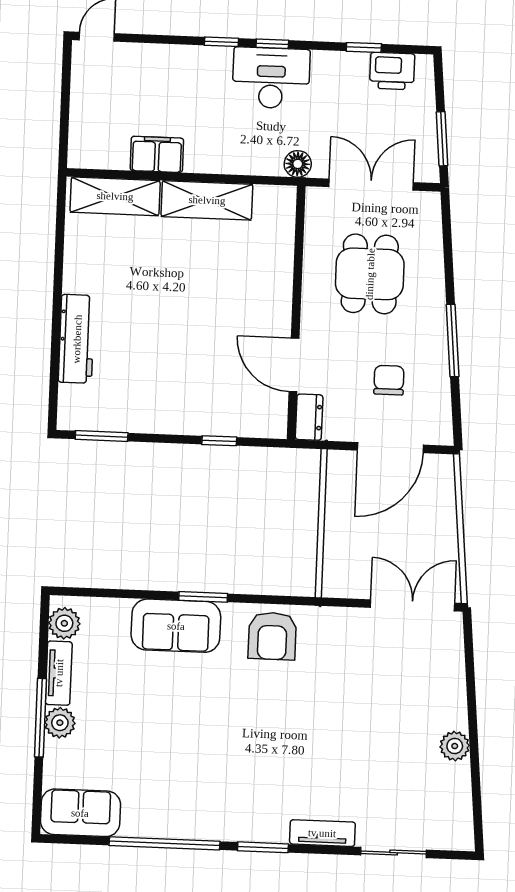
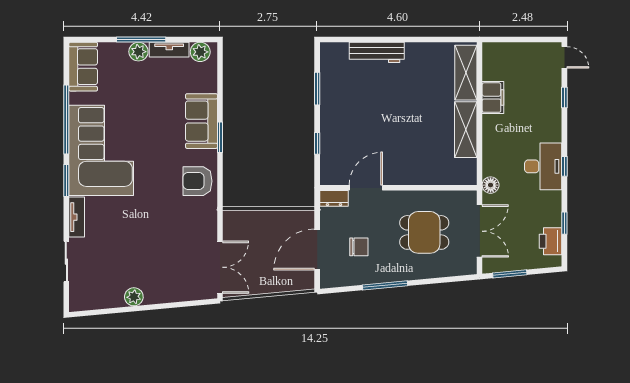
window: (221, 42) -> (564, 97), moved
window: (102, 436) -> (317, 89), moved
door: (390, 448) -> (317, 249), hinge flipped
corner sofa: (217, 789) -> (101, 150), added

